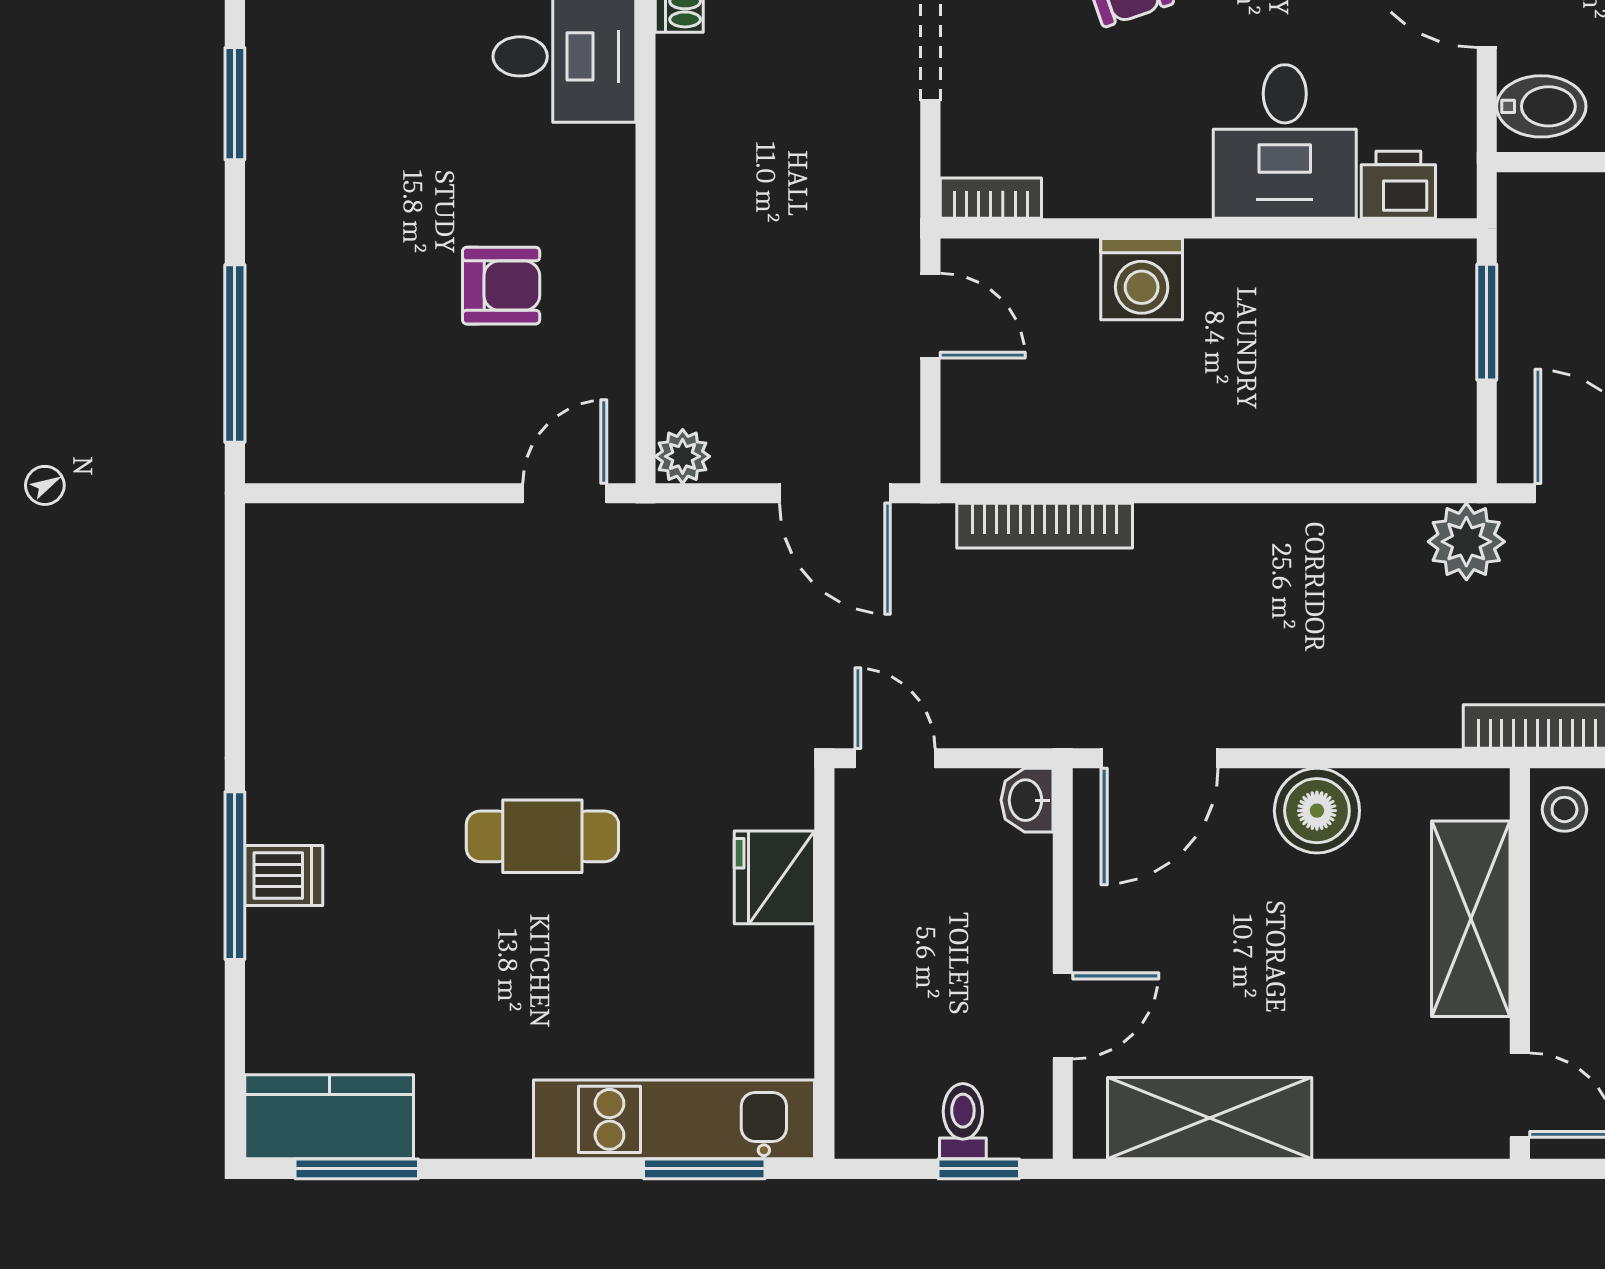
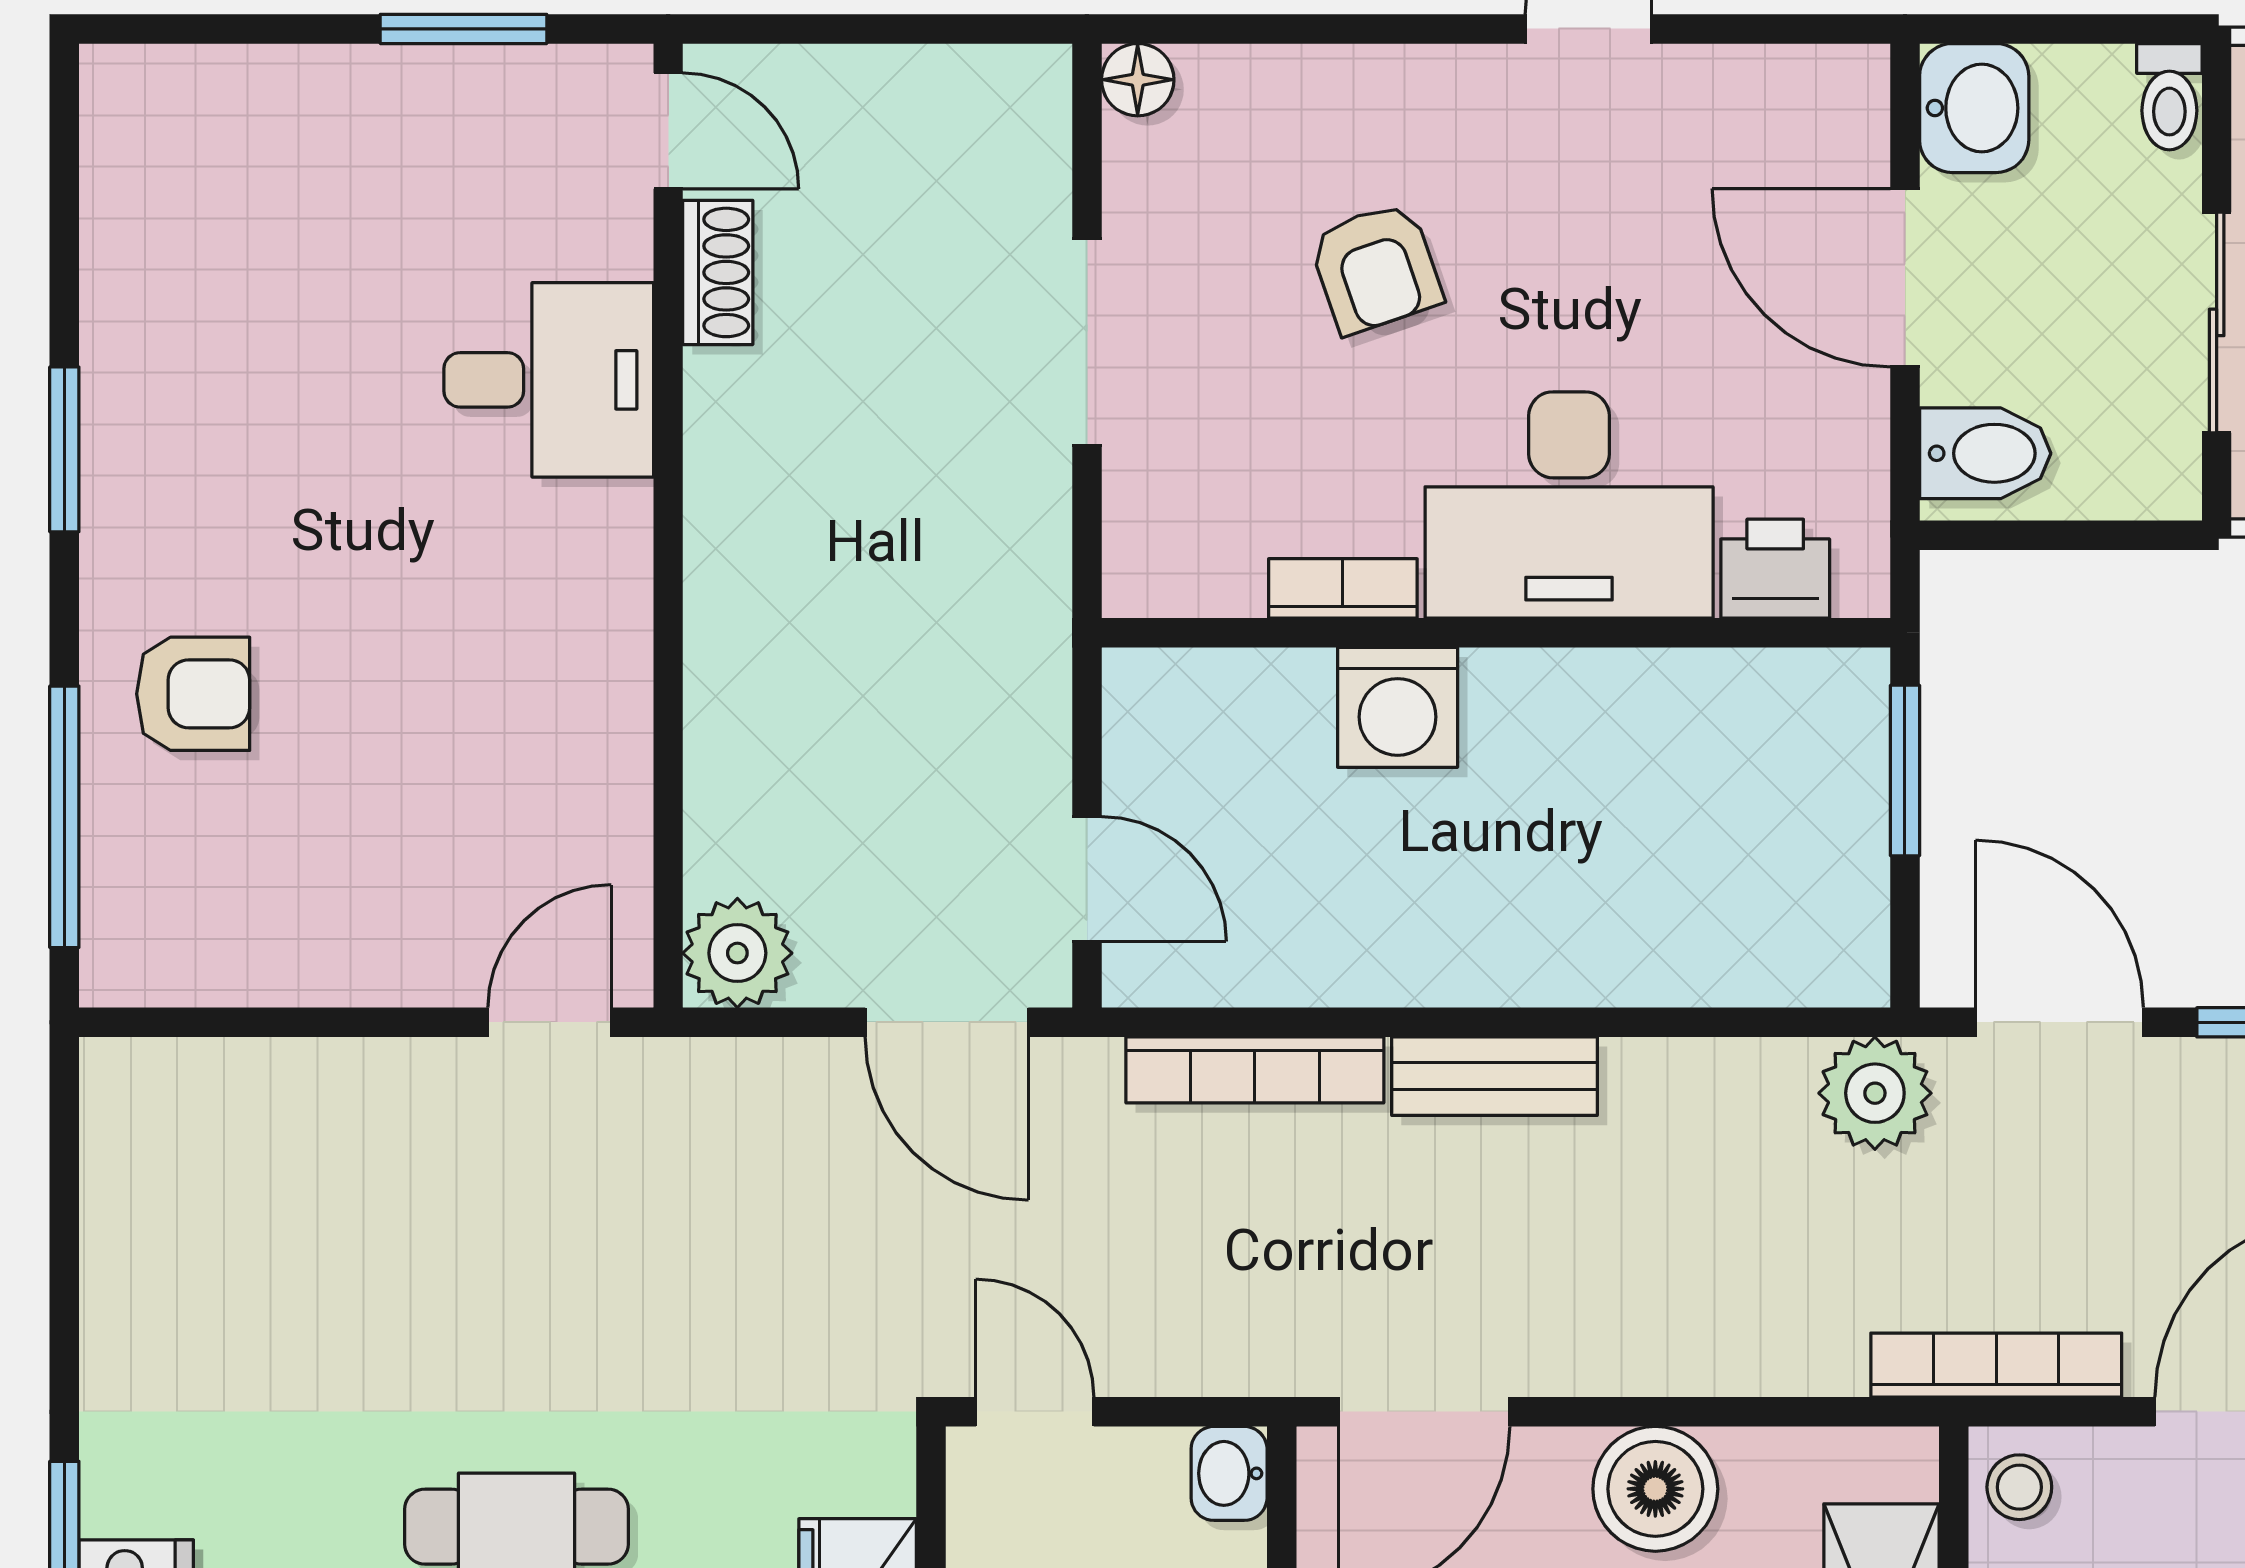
desk: (1285, 141) -> (1569, 505), width x1.37
bookcase: (991, 198) -> (1343, 588), moved
armchair: (501, 286) -> (193, 694), moved
door: (930, 316) -> (1087, 879), moved
plant: (683, 456) -> (737, 953), width x1.38, depth x1.38
bench: (1208, 530) -> (1495, 1076), added

